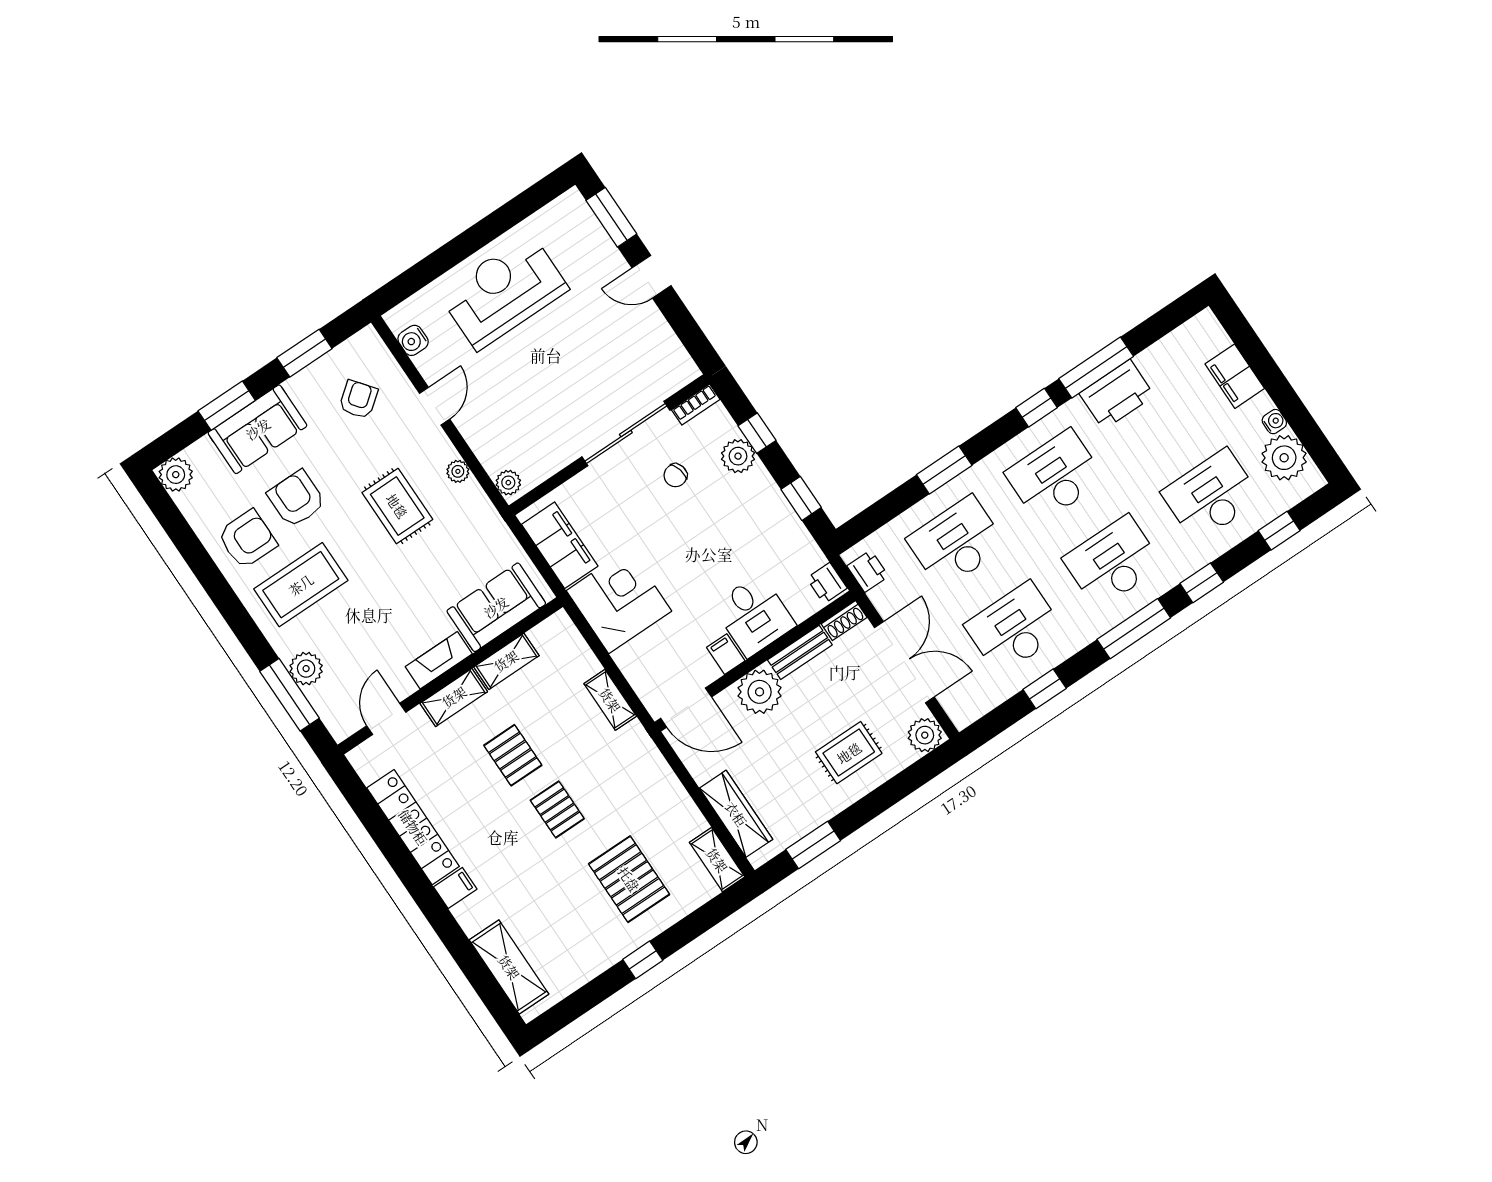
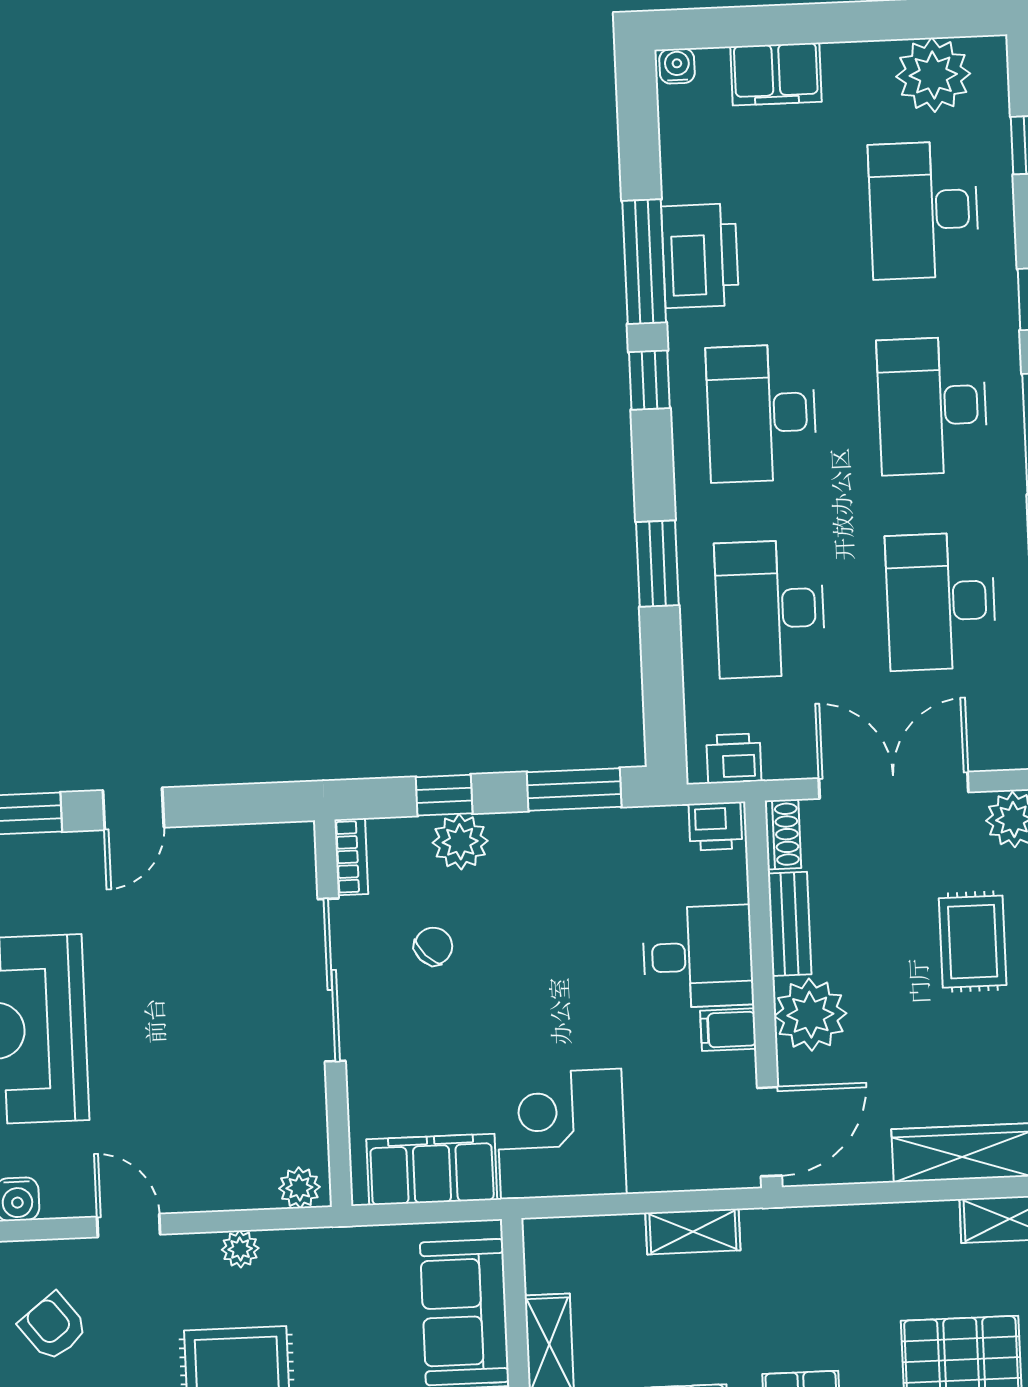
water cooler: (1274, 422) -> (677, 66), moved
chair: (675, 475) -> (433, 946), turned -120
window: (801, 498) -> (574, 790), width x1.50

